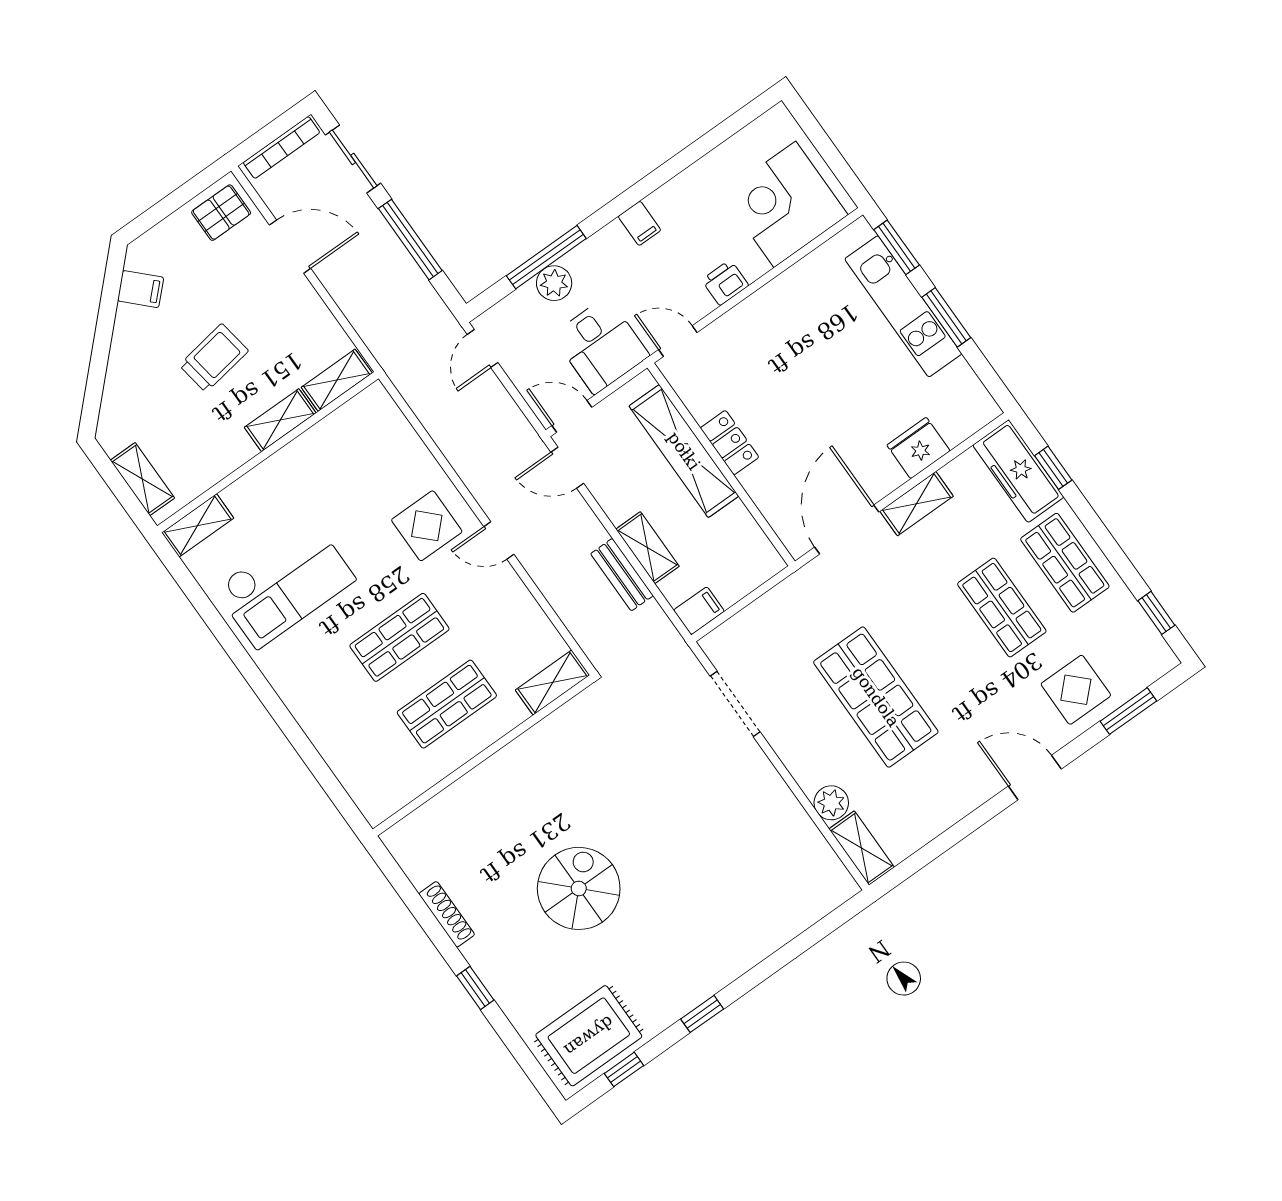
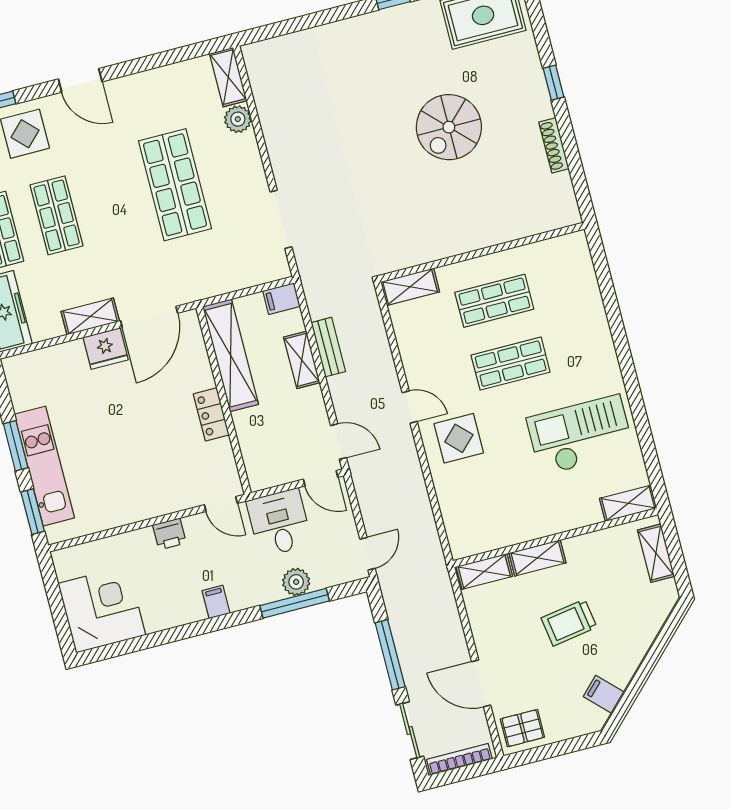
corner desk: (785, 204) -> (102, 609), moved, turned -90
fridge: (918, 448) -> (106, 349), moved
shelving: (684, 451) -> (231, 355), moved

